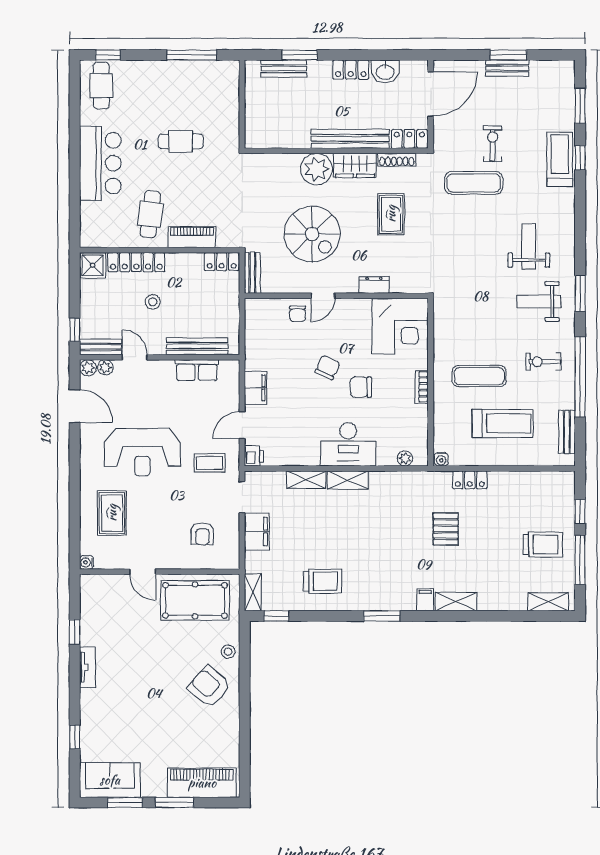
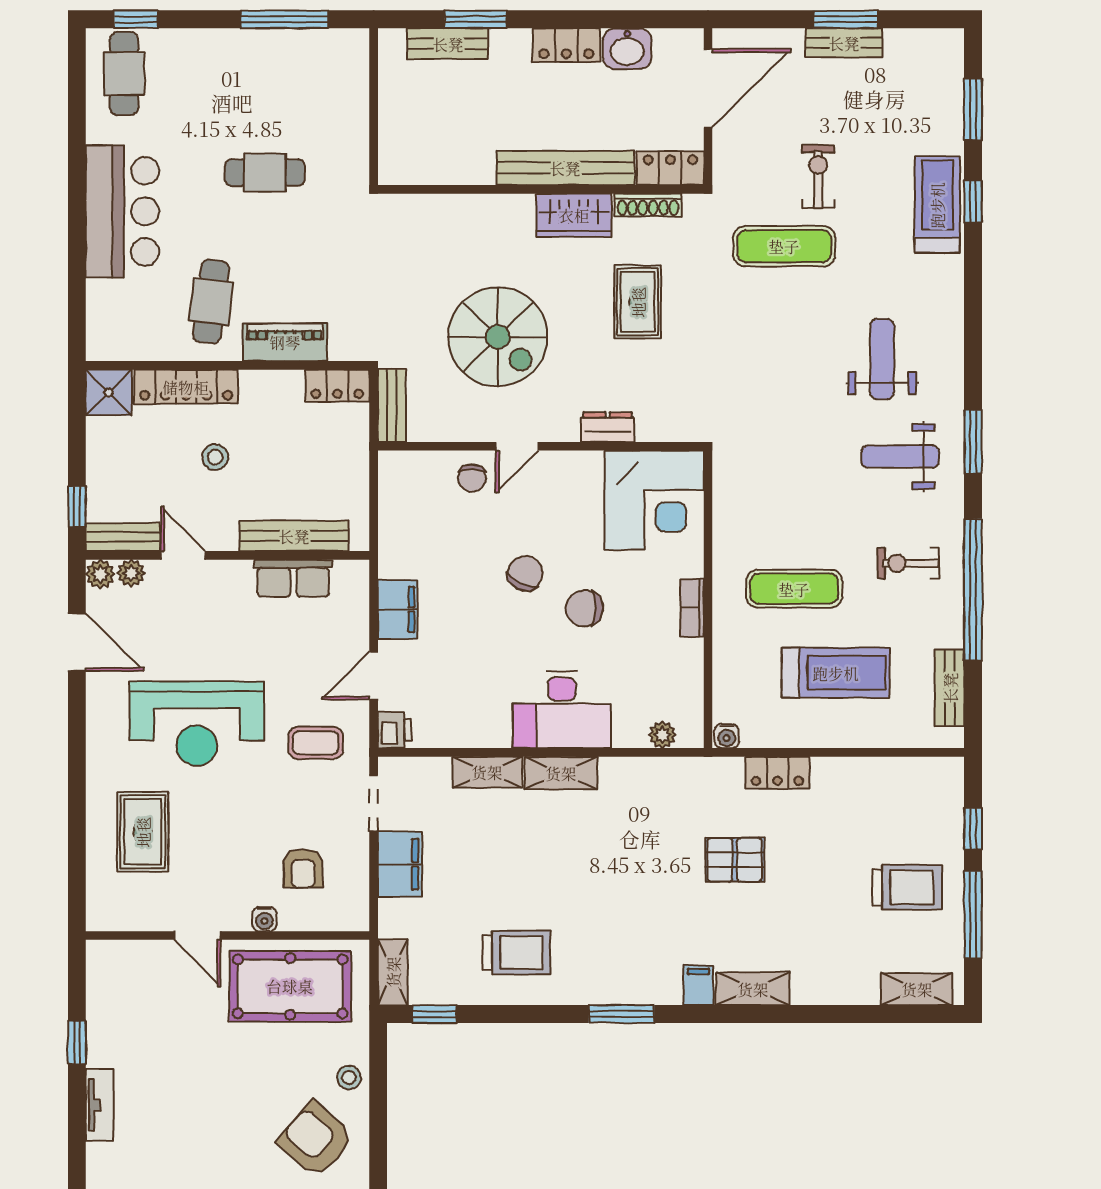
plant: (316, 169) -> (506, 222), removed
pallet: (446, 529) -> (735, 860), turned 90
water cooler: (87, 562) -> (264, 919), moved, turned -90

